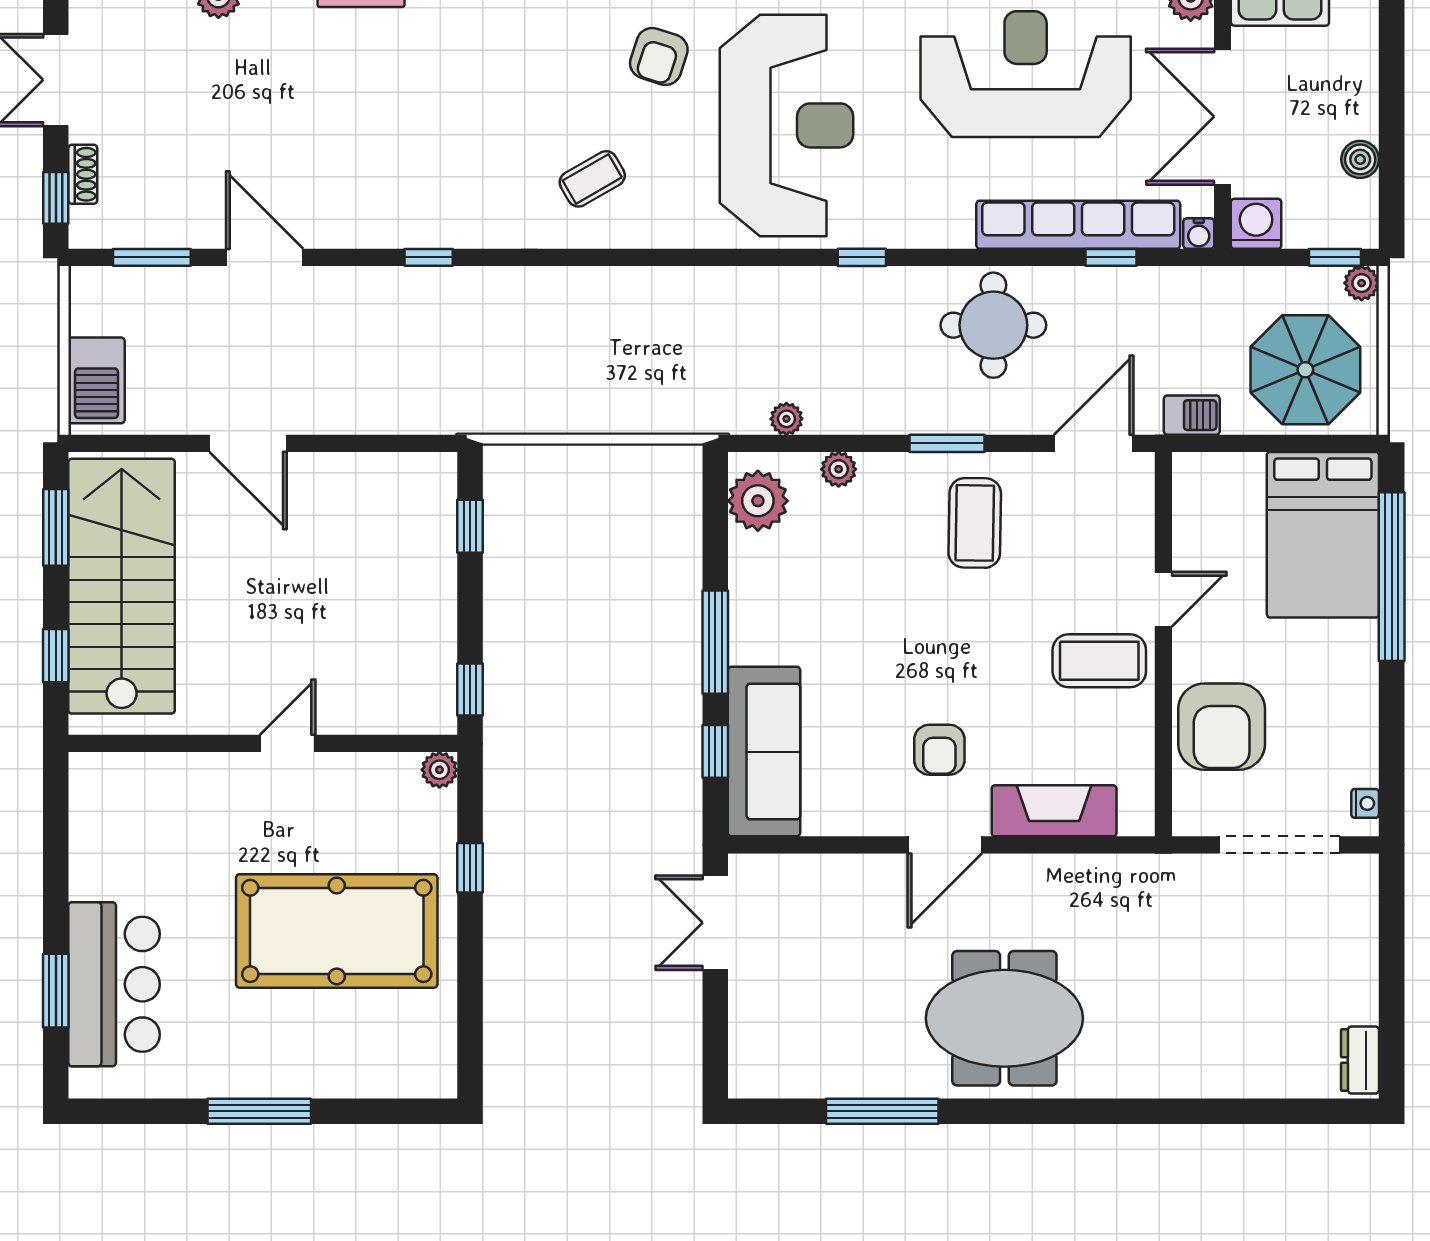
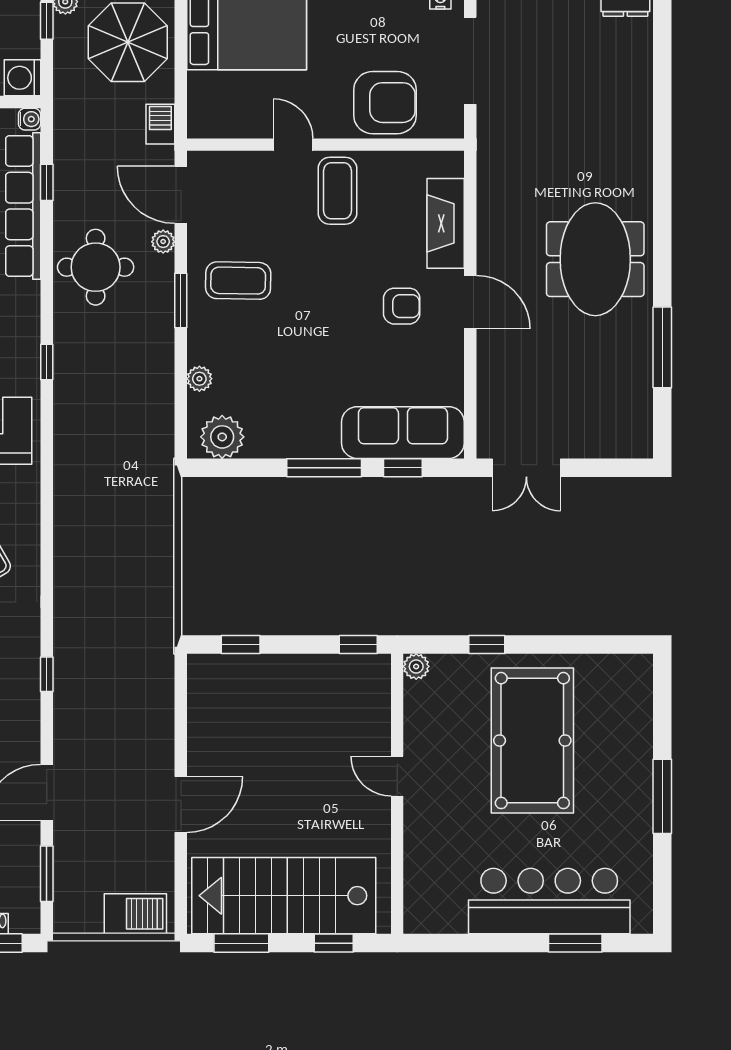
plant: (786, 419) -> (163, 242), moved
bar counter: (114, 984) -> (549, 901), width x1.36

